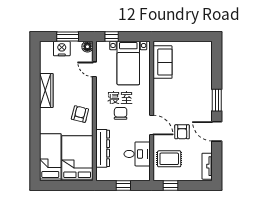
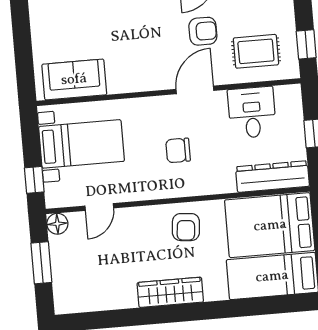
nightstand: (62, 49) -> (65, 272), removed
wardrobe: (46, 90) -> (170, 292), moved
armchair: (80, 114) -> (186, 227), turned -99
dresser: (103, 148) -> (272, 177), moved
rug: (169, 159) -> (256, 51), turned 90

